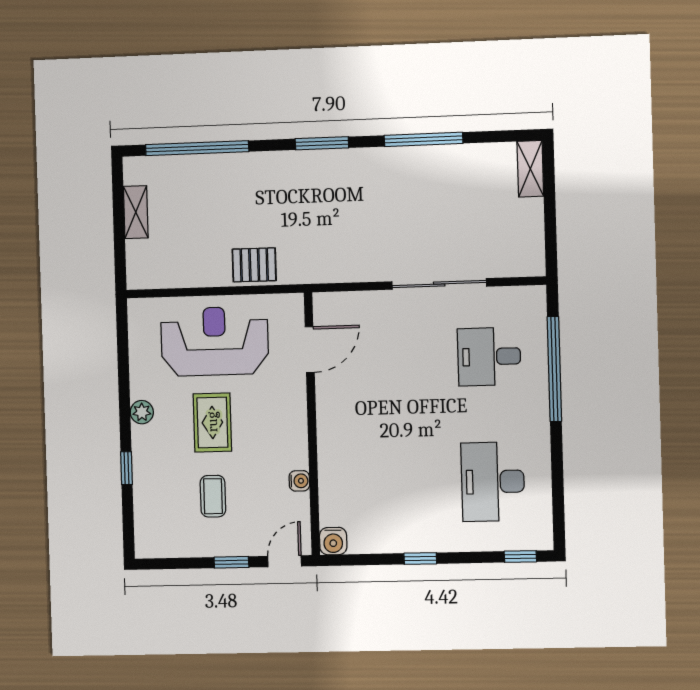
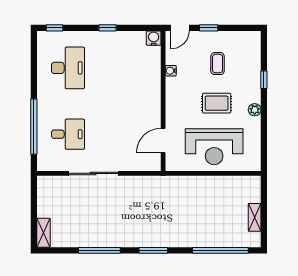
pallet: (254, 265) -> (192, 187), removed
rug: (212, 422) -> (217, 103), turned 90

